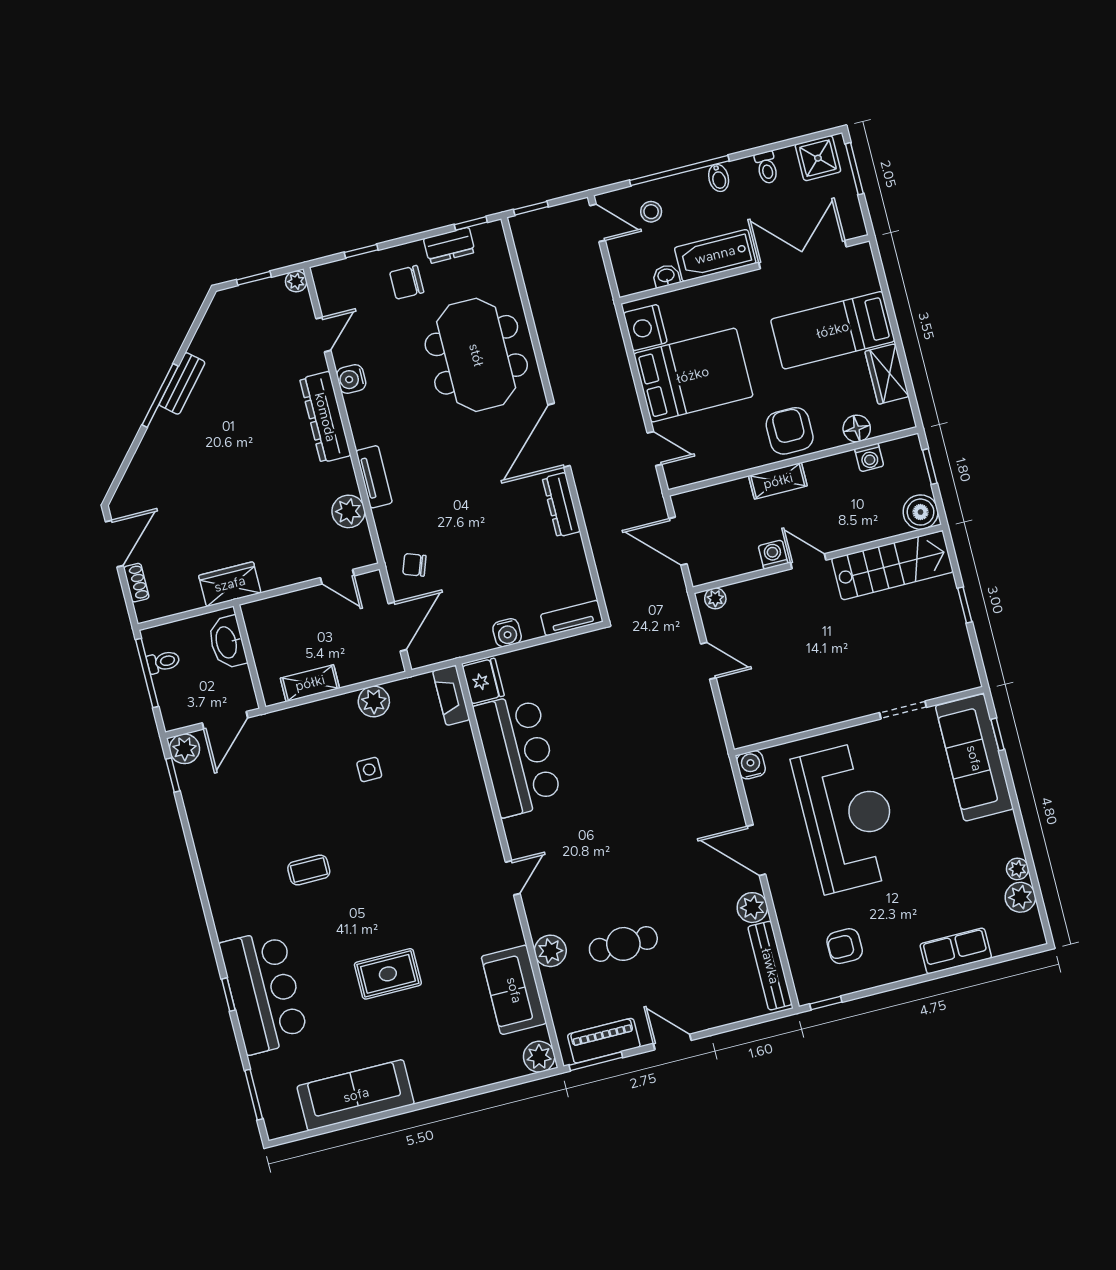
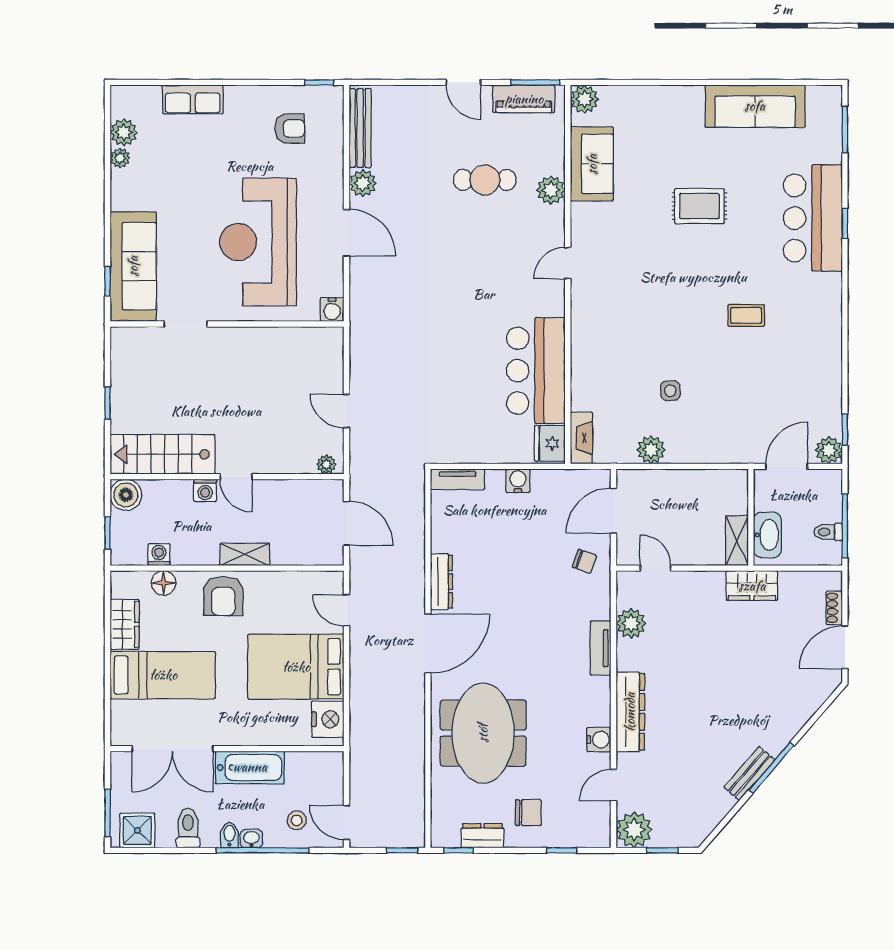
toilet: (767, 167) -> (188, 828), width x1.37, depth x1.39
washbasin: (666, 276) -> (251, 839), moved, turned 180
plant: (296, 281) -> (634, 830), width x1.87, depth x1.87
washing machine: (773, 555) -> (205, 490), moved
shelving: (310, 683) -> (737, 541), moved, turned 90

